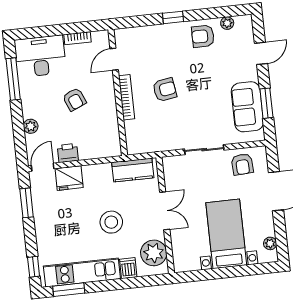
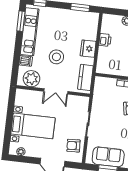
door: (43, 167) -> (100, 22), removed
fridge: (69, 178) -> (88, 49), moved

